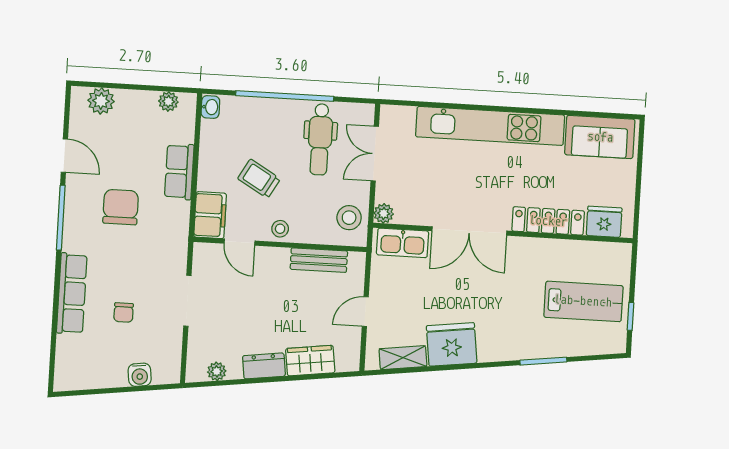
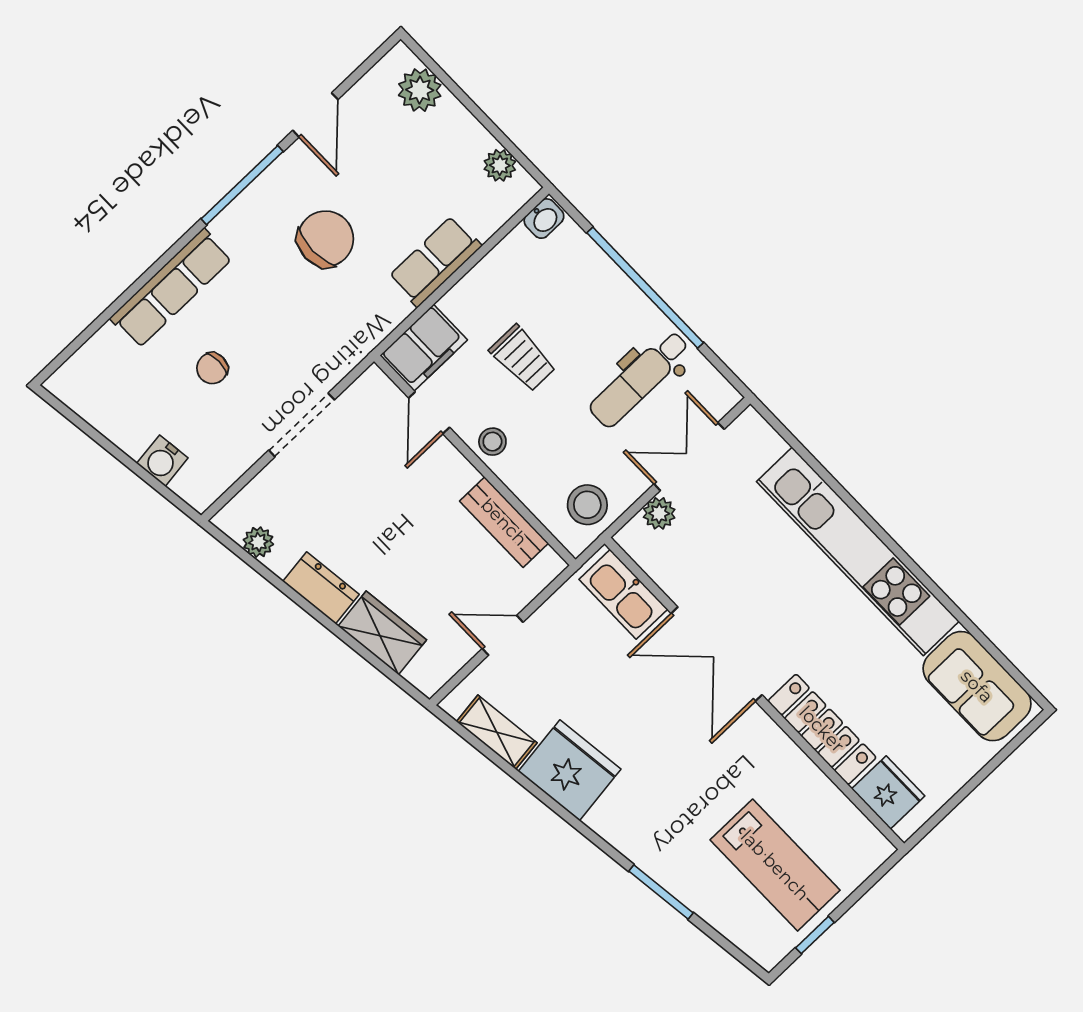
trolley: (259, 179) -> (523, 358), turned 150
plant: (384, 213) -> (659, 513), moved

